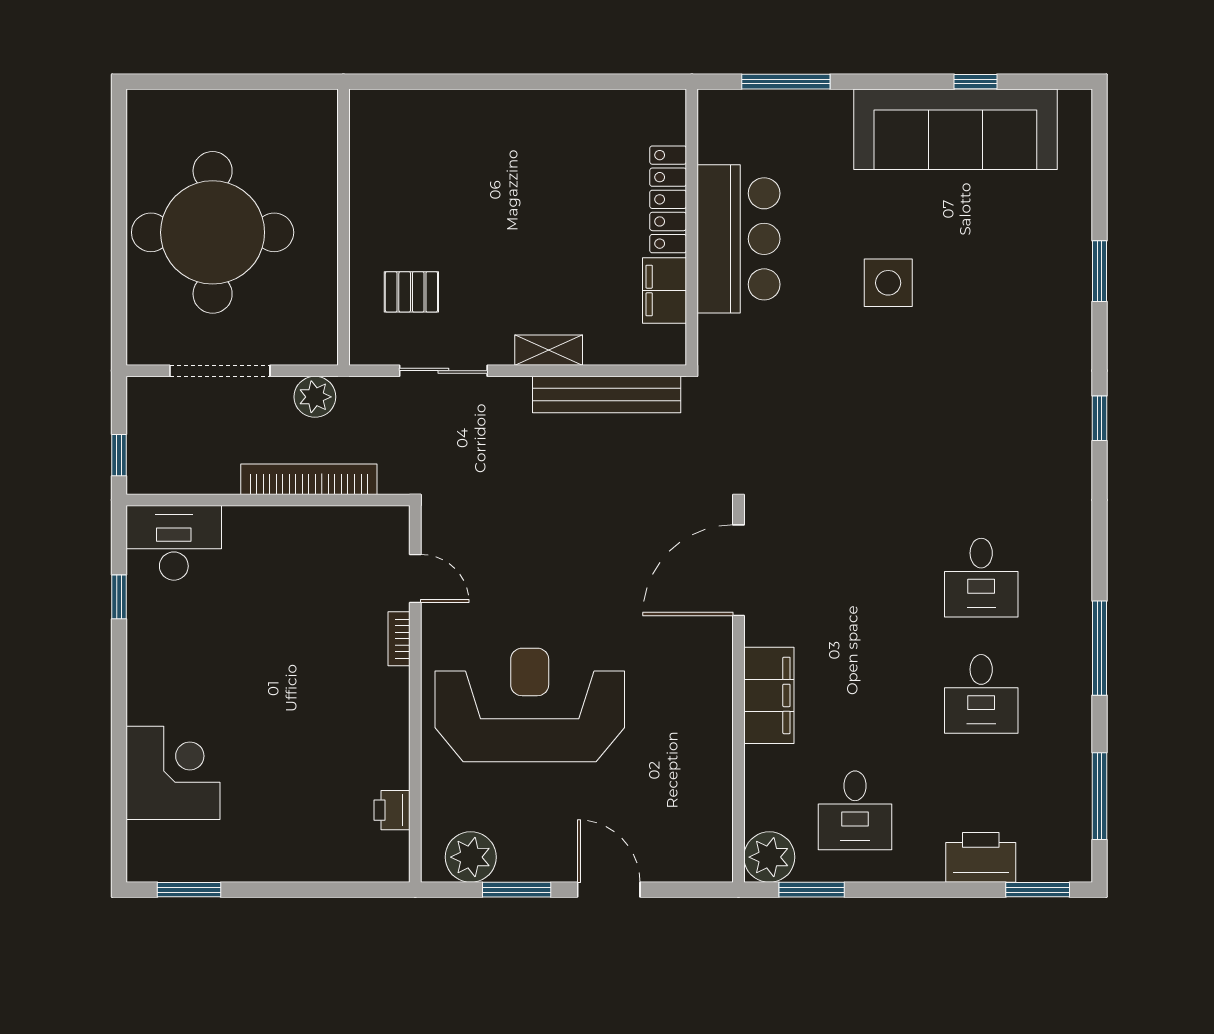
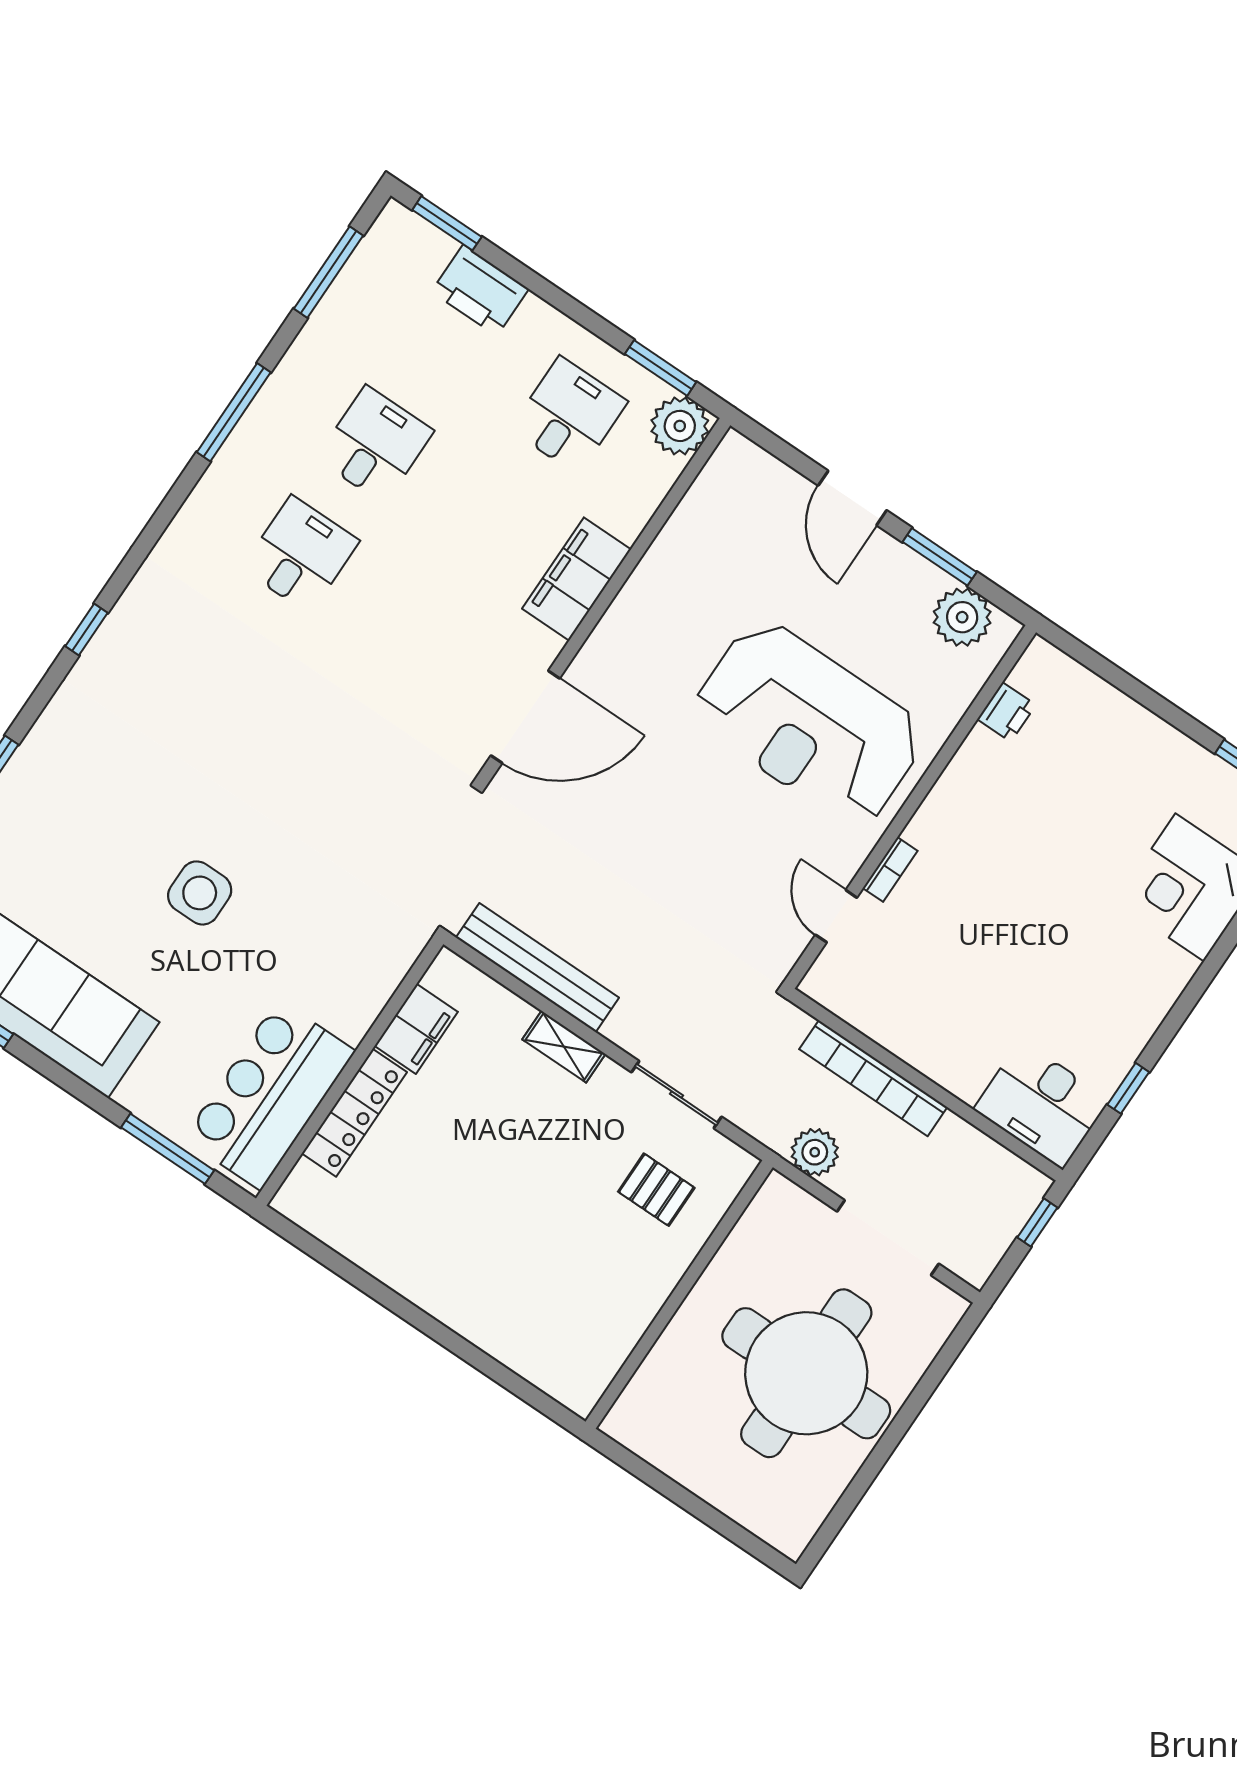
bar counter: (738, 239) -> (269, 1095), moved

